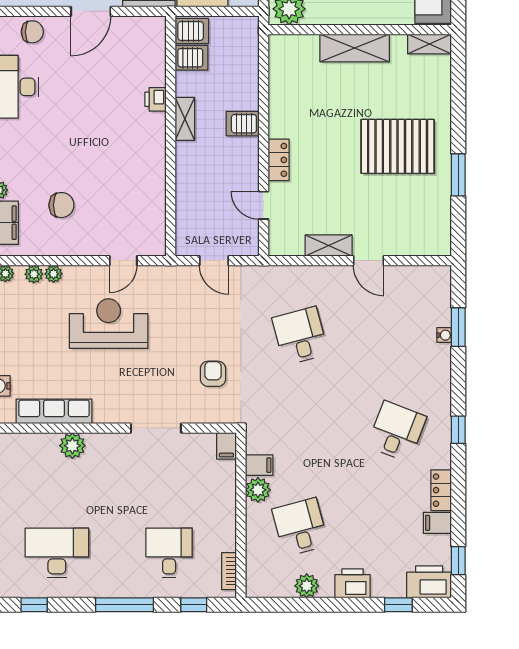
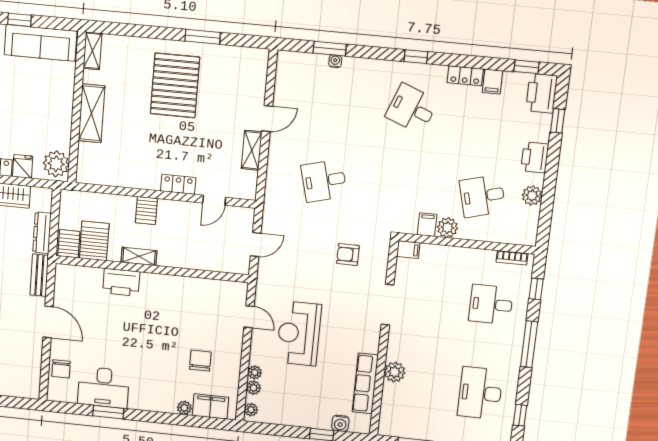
chair: (32, 32) -> (61, 369), turned 180
server rack: (192, 58) -> (94, 241), width x1.36, depth x1.44
printer: (155, 99) -> (121, 282), width x1.87, depth x1.48

